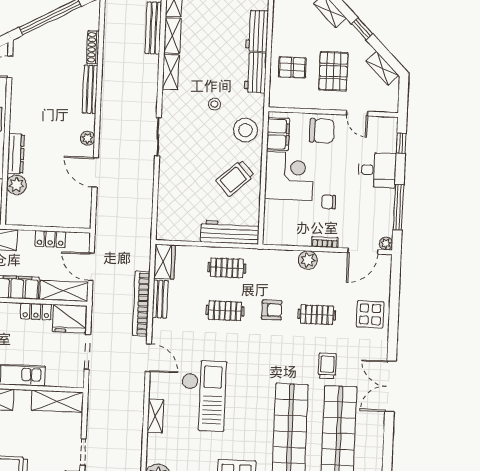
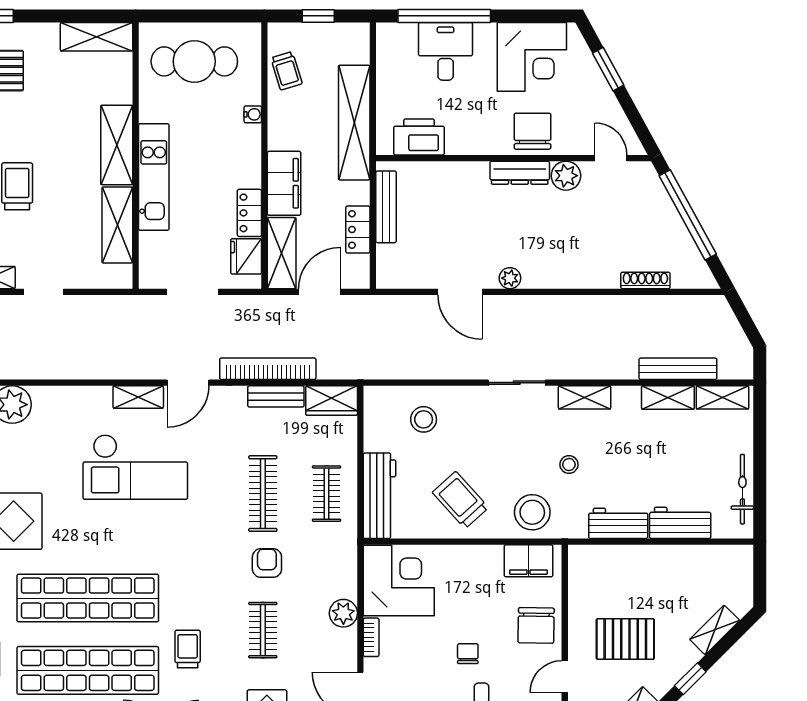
pallet: (292, 67) -> (628, 578), removed
shelving: (171, 72) -> (585, 397), moved
bench: (90, 89) -> (386, 207), moved, turned 90
dresser: (16, 154) -> (520, 173), moved
door: (95, 172) -> (460, 292), swing flipped
corner desk: (289, 176) -> (399, 581), moved, turned -90
plant: (16, 185) -> (566, 176), moved
stool: (180, 200) -> (424, 419), added
chair: (329, 202) -> (468, 654), moved
armchair: (272, 310) -> (267, 563), turned 180
clothes rail: (225, 311) -> (263, 494), width x1.36
fridge: (69, 319) -> (246, 256), width x0.73, depth x0.75
trolley: (327, 366) -> (188, 649), turned -90
shelving: (57, 401) -> (117, 225), moved
shelving: (155, 416) -> (138, 397), moved

